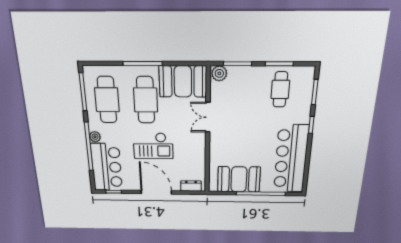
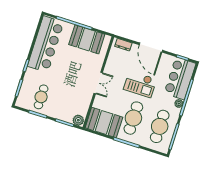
double door: (208, 117) -> (98, 83), moved
checkout: (153, 146) -> (140, 84), turned 180

